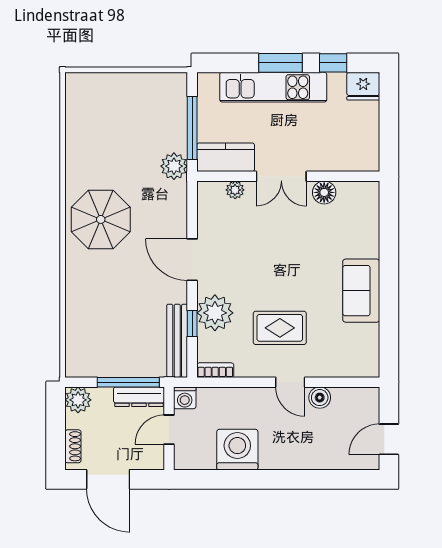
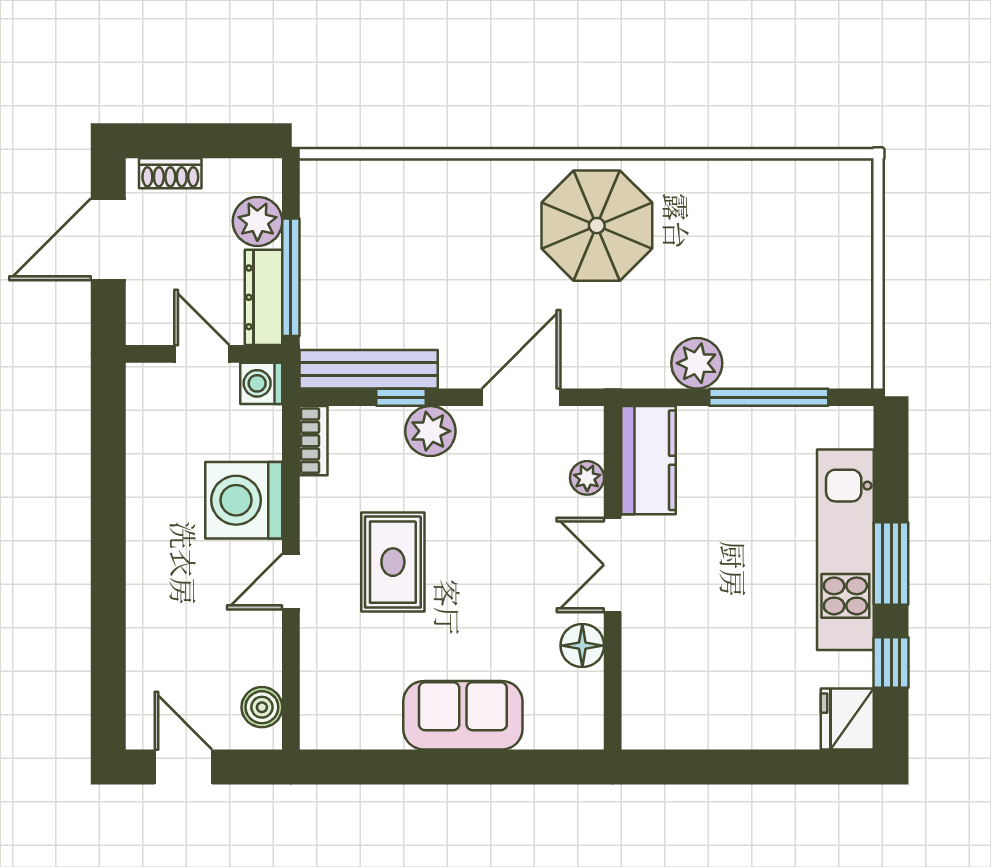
kitchen counter: (226, 157) -> (649, 460), moved
double door: (281, 176) -> (613, 565), moved
wall: (288, 176) -> (613, 578), moved
plant: (235, 190) -> (587, 478), moved
floor lamp: (324, 192) -> (582, 646), moved
plant: (215, 313) -> (430, 431), width x0.73, depth x0.73
boiler: (320, 398) -> (262, 707), moved
plant: (78, 400) -> (257, 221), moved
washing machine: (237, 450) -> (244, 500), moved, turned 180

